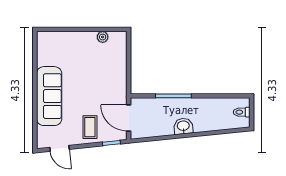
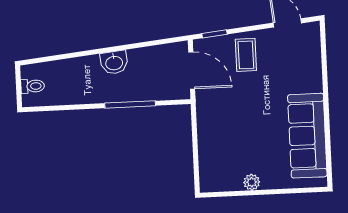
plant: (103, 37) -> (252, 182), moved
sofa: (49, 96) -> (307, 136), moved

